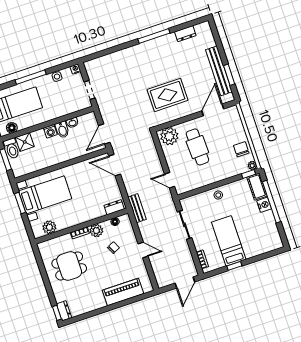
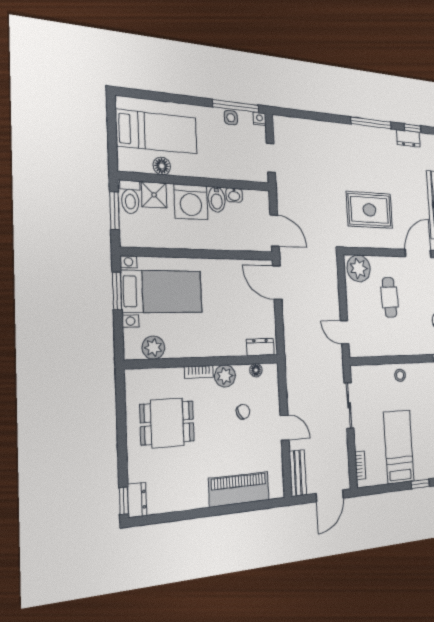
window: (187, 25) -> (413, 128), added
window: (31, 77) -> (236, 106), moved
floor lamp: (12, 128) -> (162, 166), moved
washing machine: (50, 131) -> (191, 202), width x1.89, depth x1.89
door: (104, 134) -> (275, 231), swing flipped
cafe table: (197, 147) -> (390, 297), width x0.73, depth x0.74
bench: (137, 208) -> (298, 473), moved
window: (234, 266) -> (420, 484), moved

